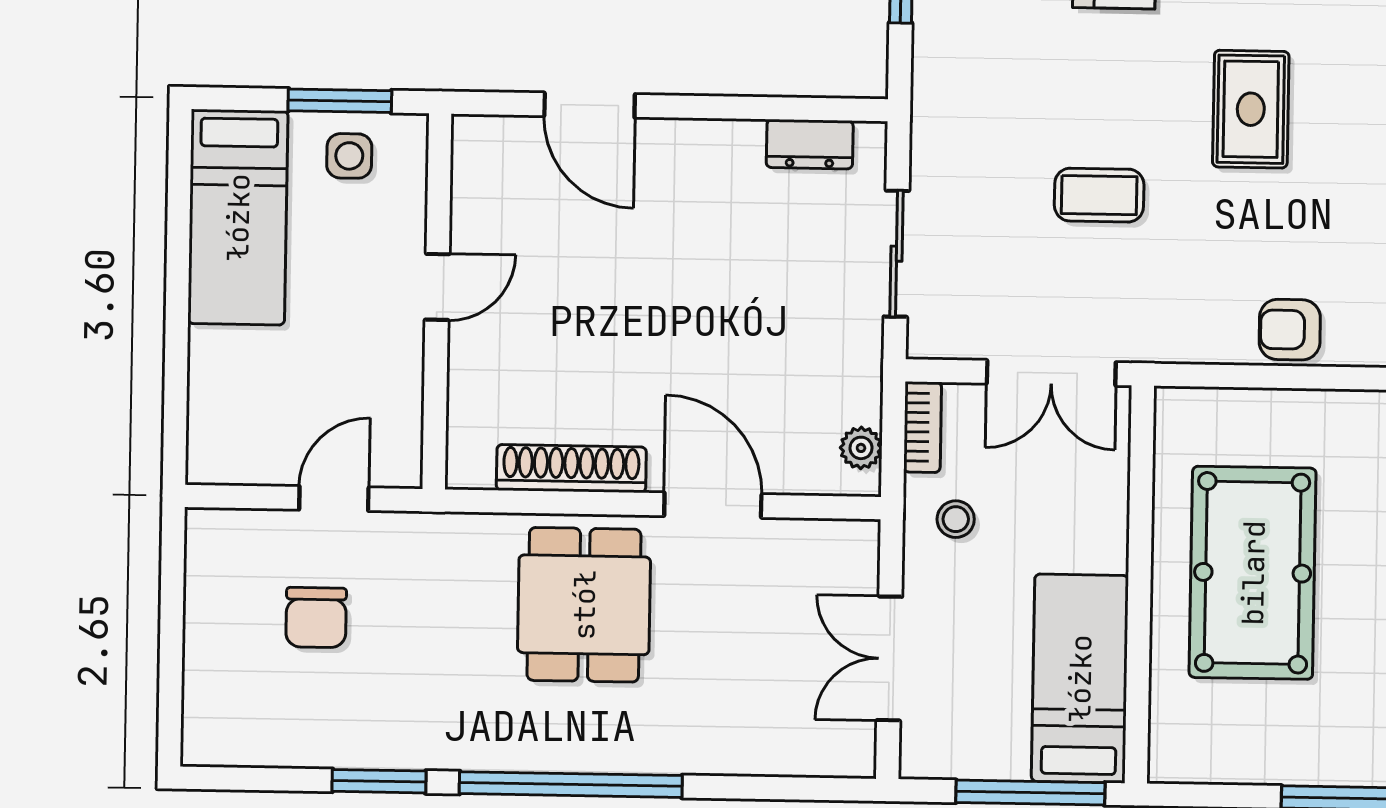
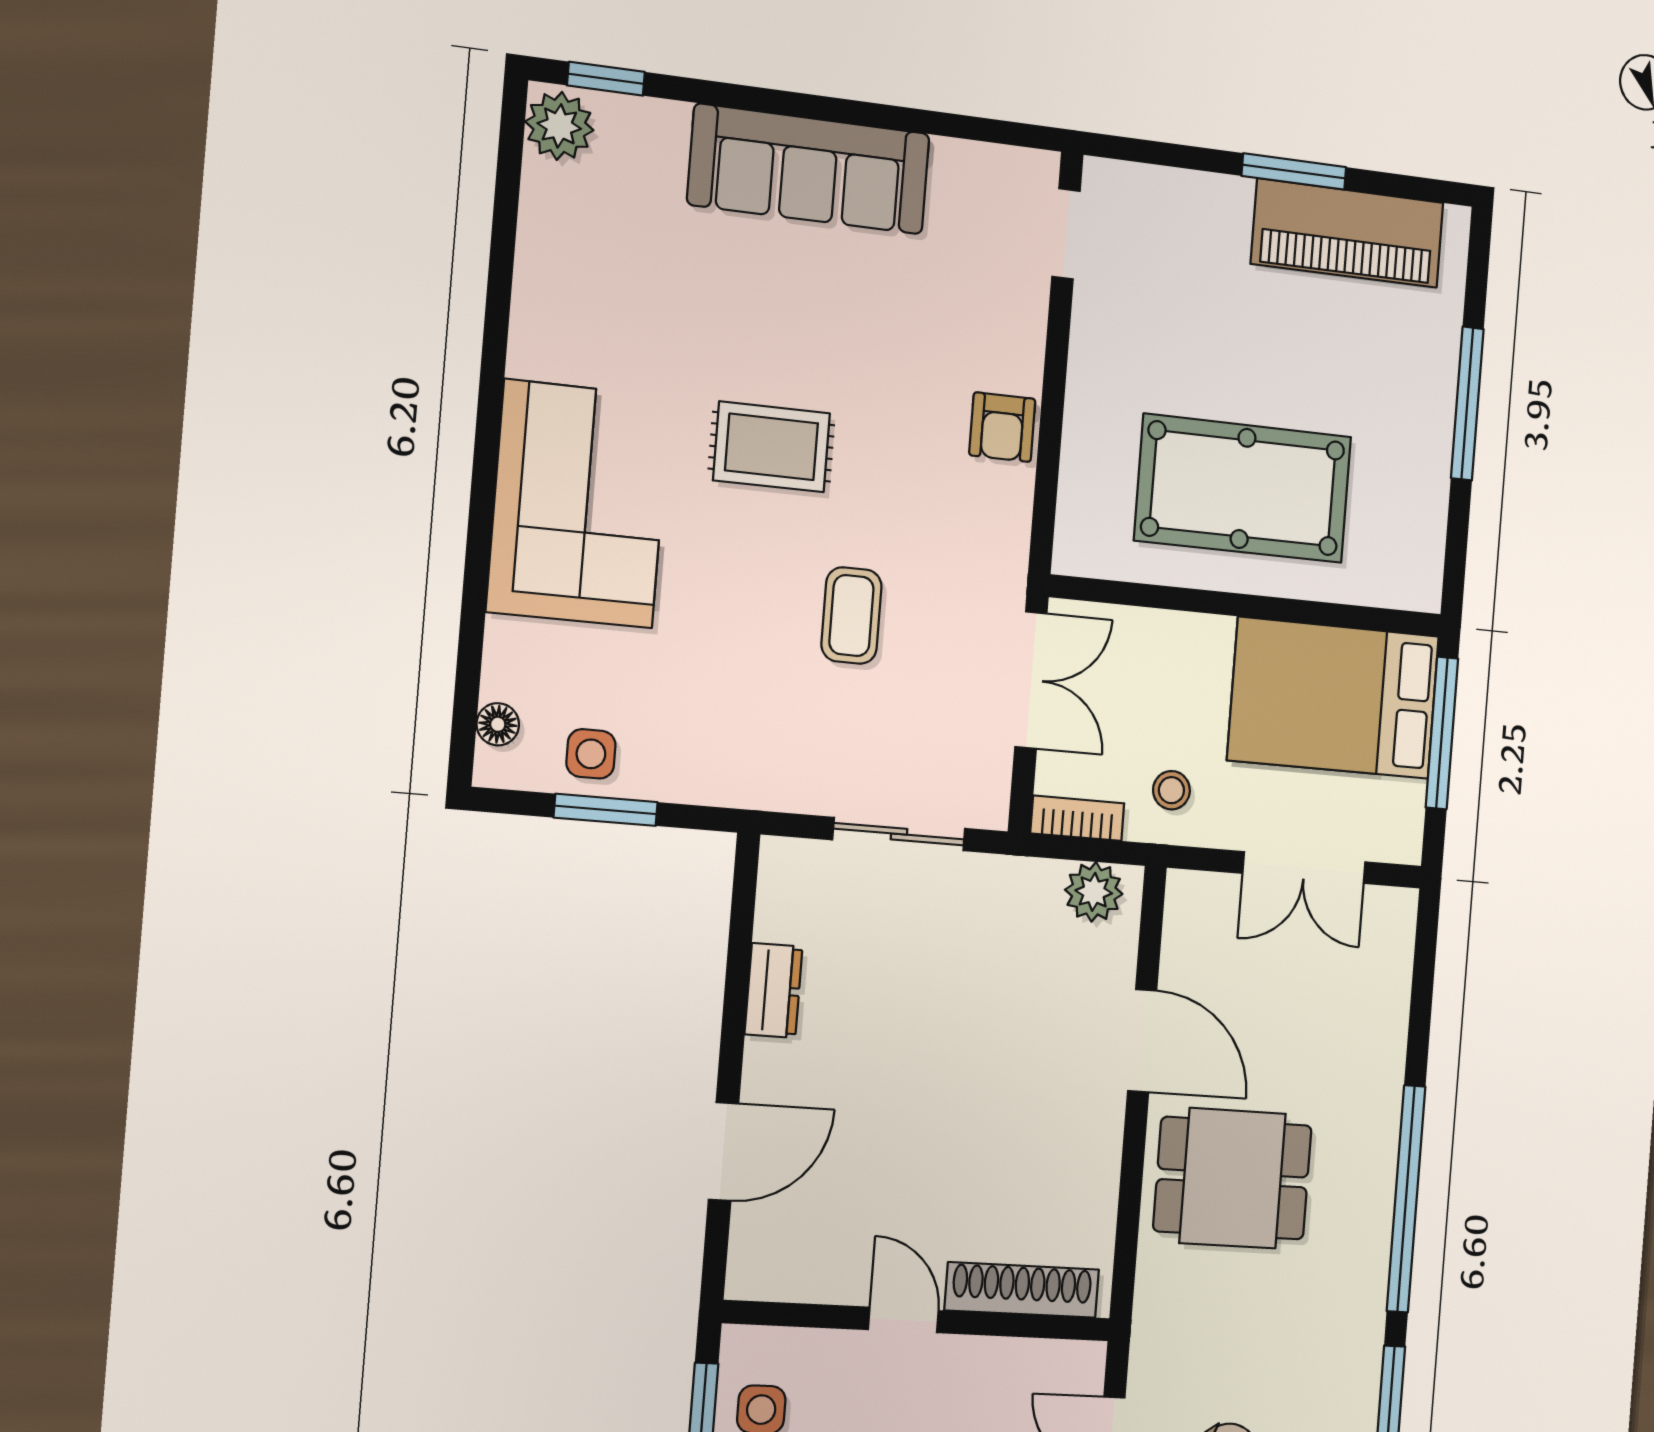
dresser: (810, 144) -> (774, 990), moved
plant: (861, 448) -> (1094, 892), width x1.38, depth x1.38
shoe rack: (571, 469) -> (1022, 1290), moved, turned 90
door: (713, 505) -> (1142, 1041), swing flipped
bed: (1080, 678) -> (1334, 698), width x1.50

